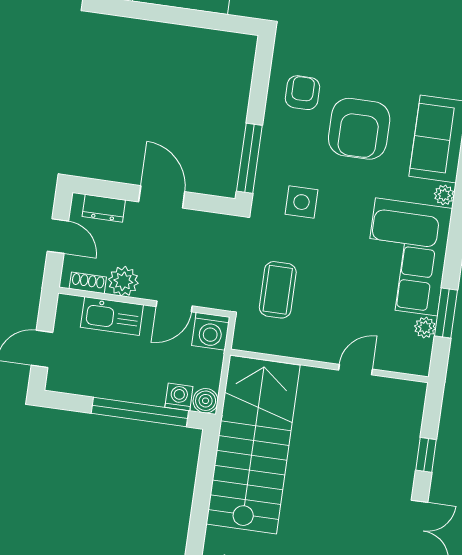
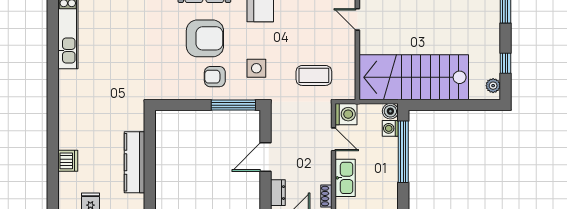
armchair: (302, 93) -> (215, 77), moved
plant: (123, 281) -> (322, 174), removed

